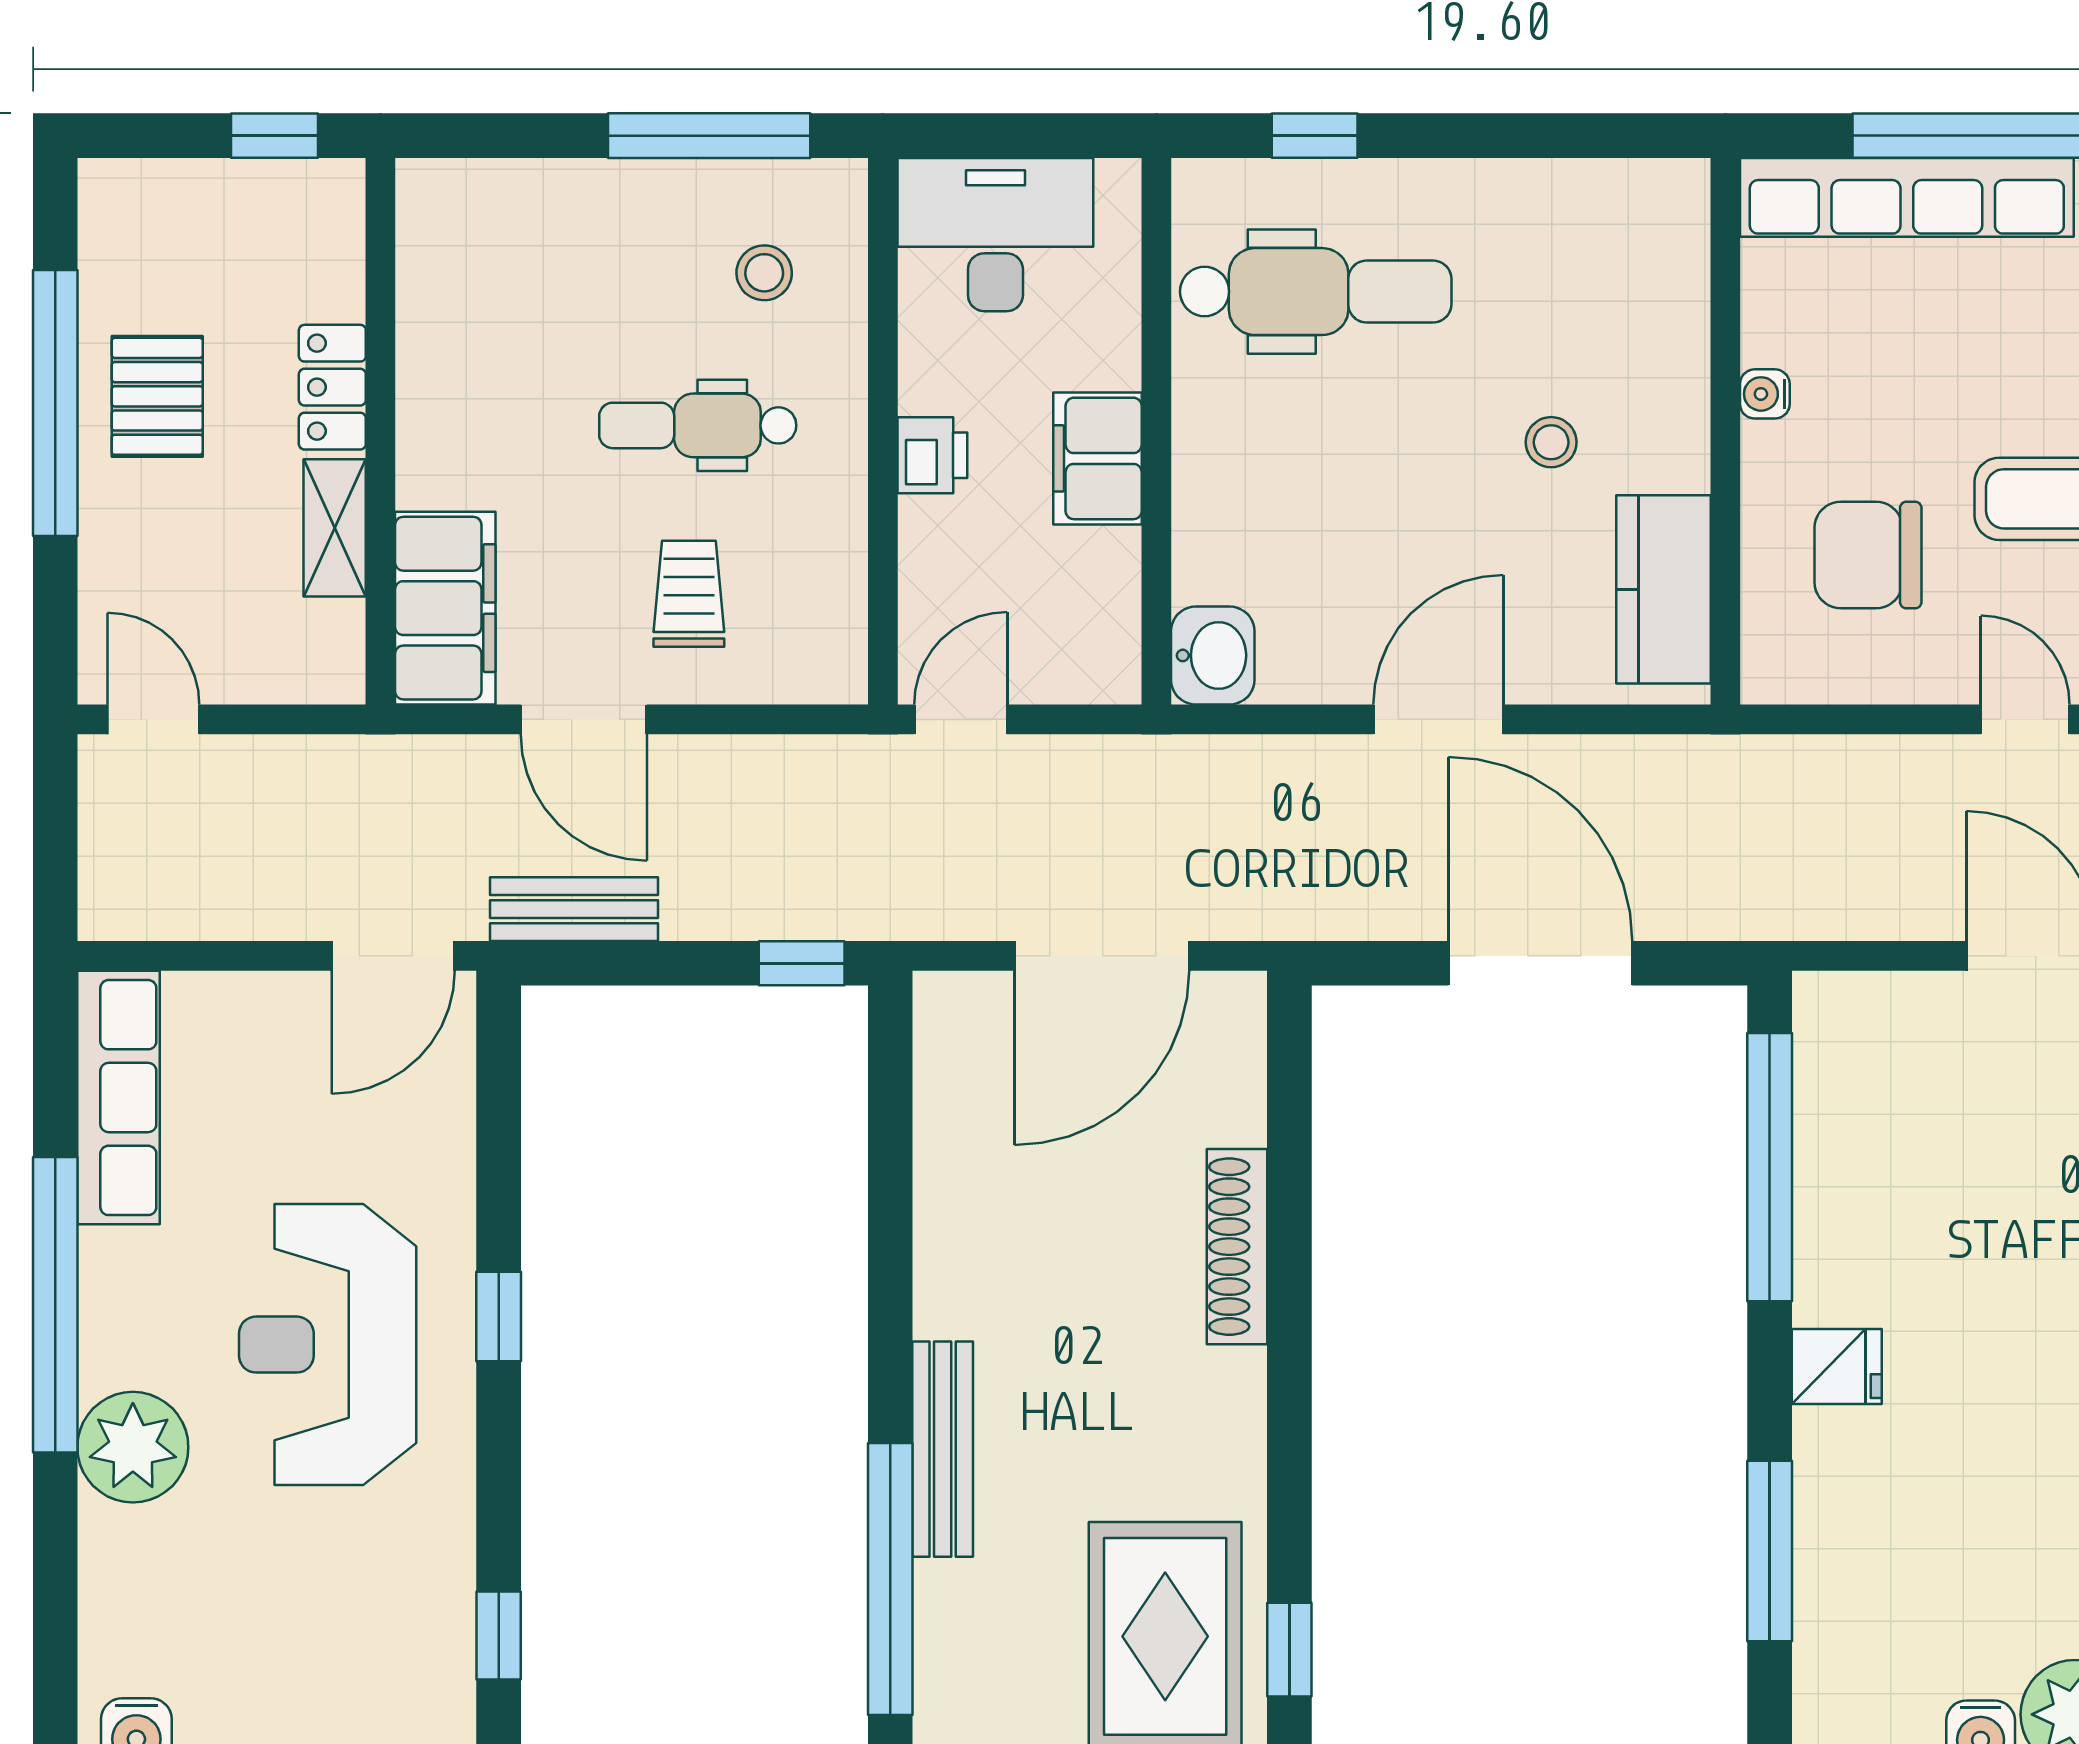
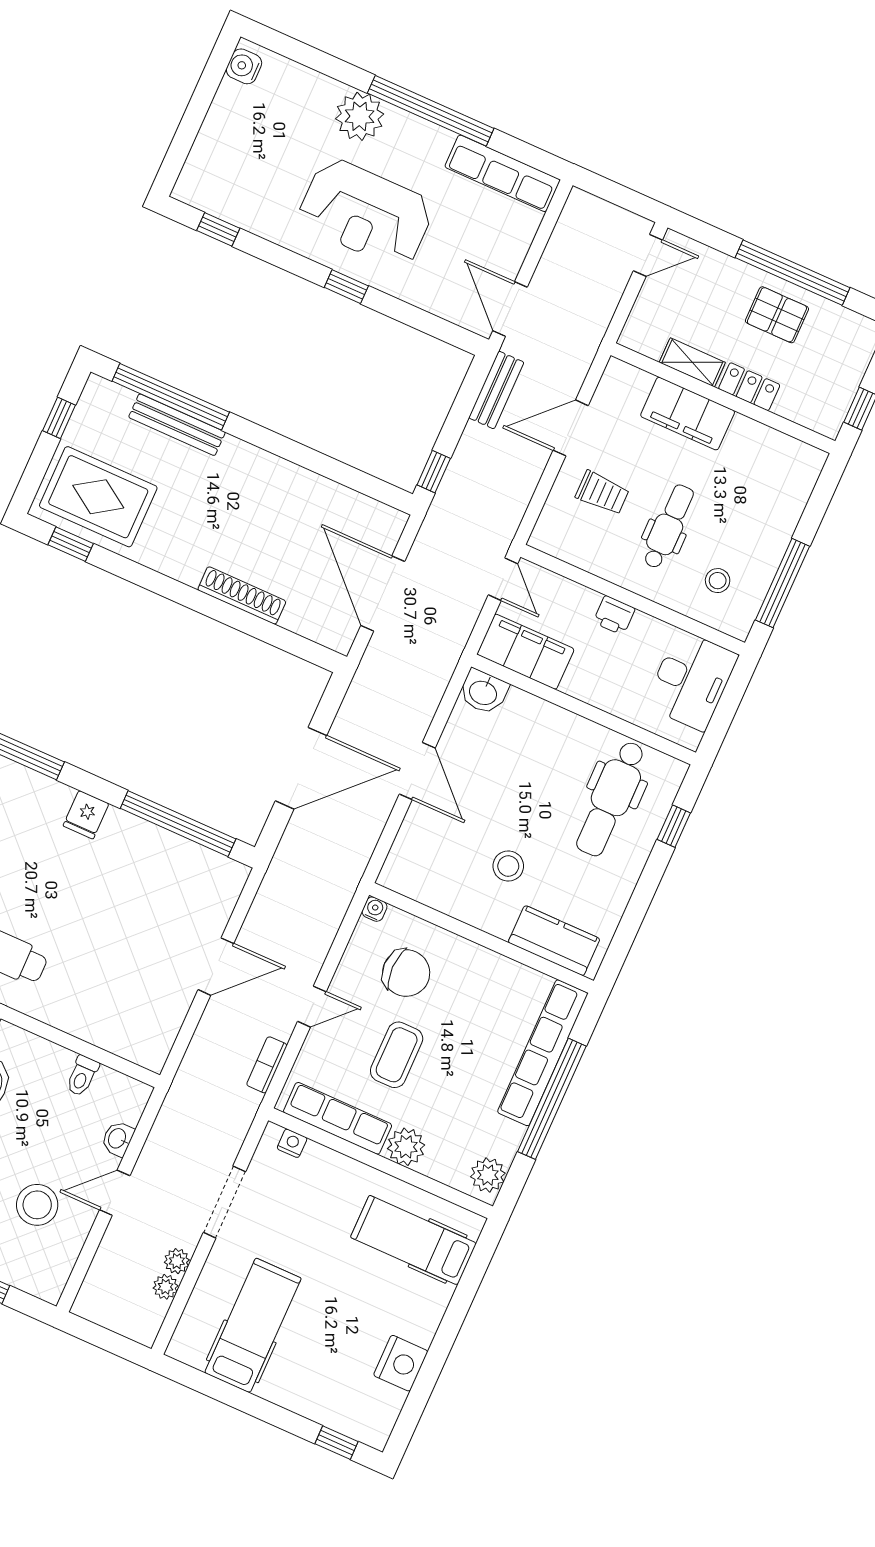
water cooler: (1765, 394) -> (374, 909), moved
stool: (1551, 442) -> (508, 866), width x1.37, depth x1.37
filing cabinet: (1097, 458) -> (526, 652), moved, width x1.50, depth x1.17
chair: (1868, 555) -> (406, 973), turned 90
kitchen counter: (1663, 589) -> (554, 941), moved
filing cabinet: (445, 608) -> (688, 414), moved
reception desk: (328, 1345) -> (366, 213), turned 180
bench: (943, 1449) -> (177, 425), moved

